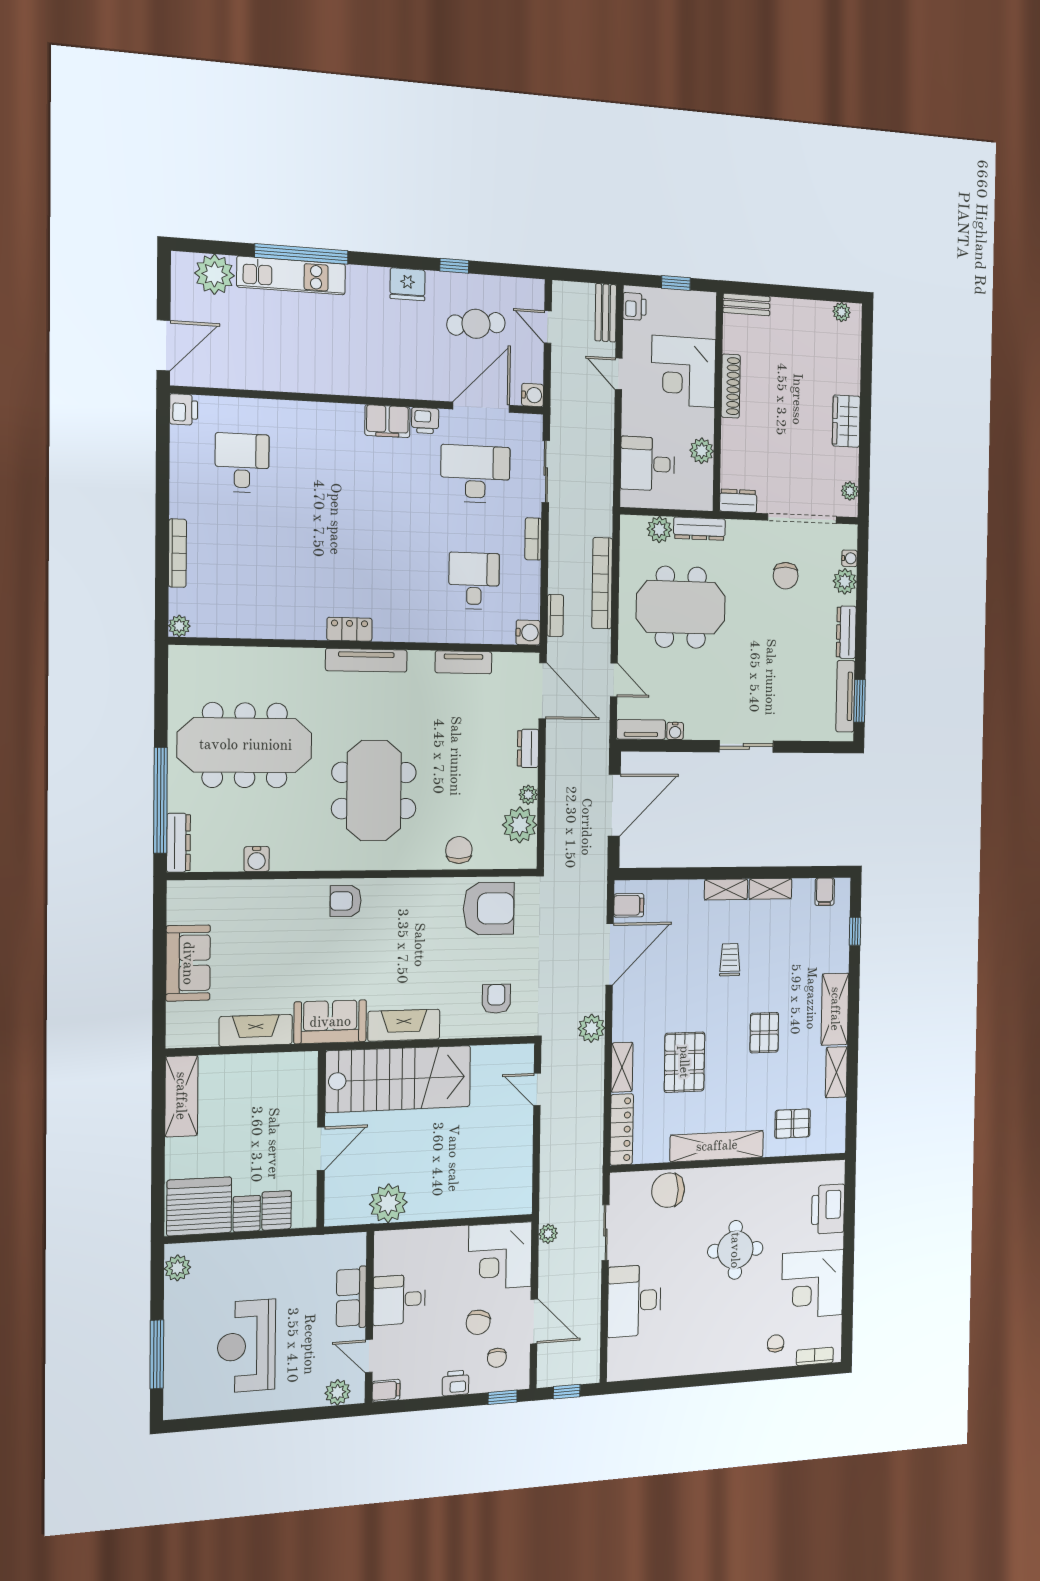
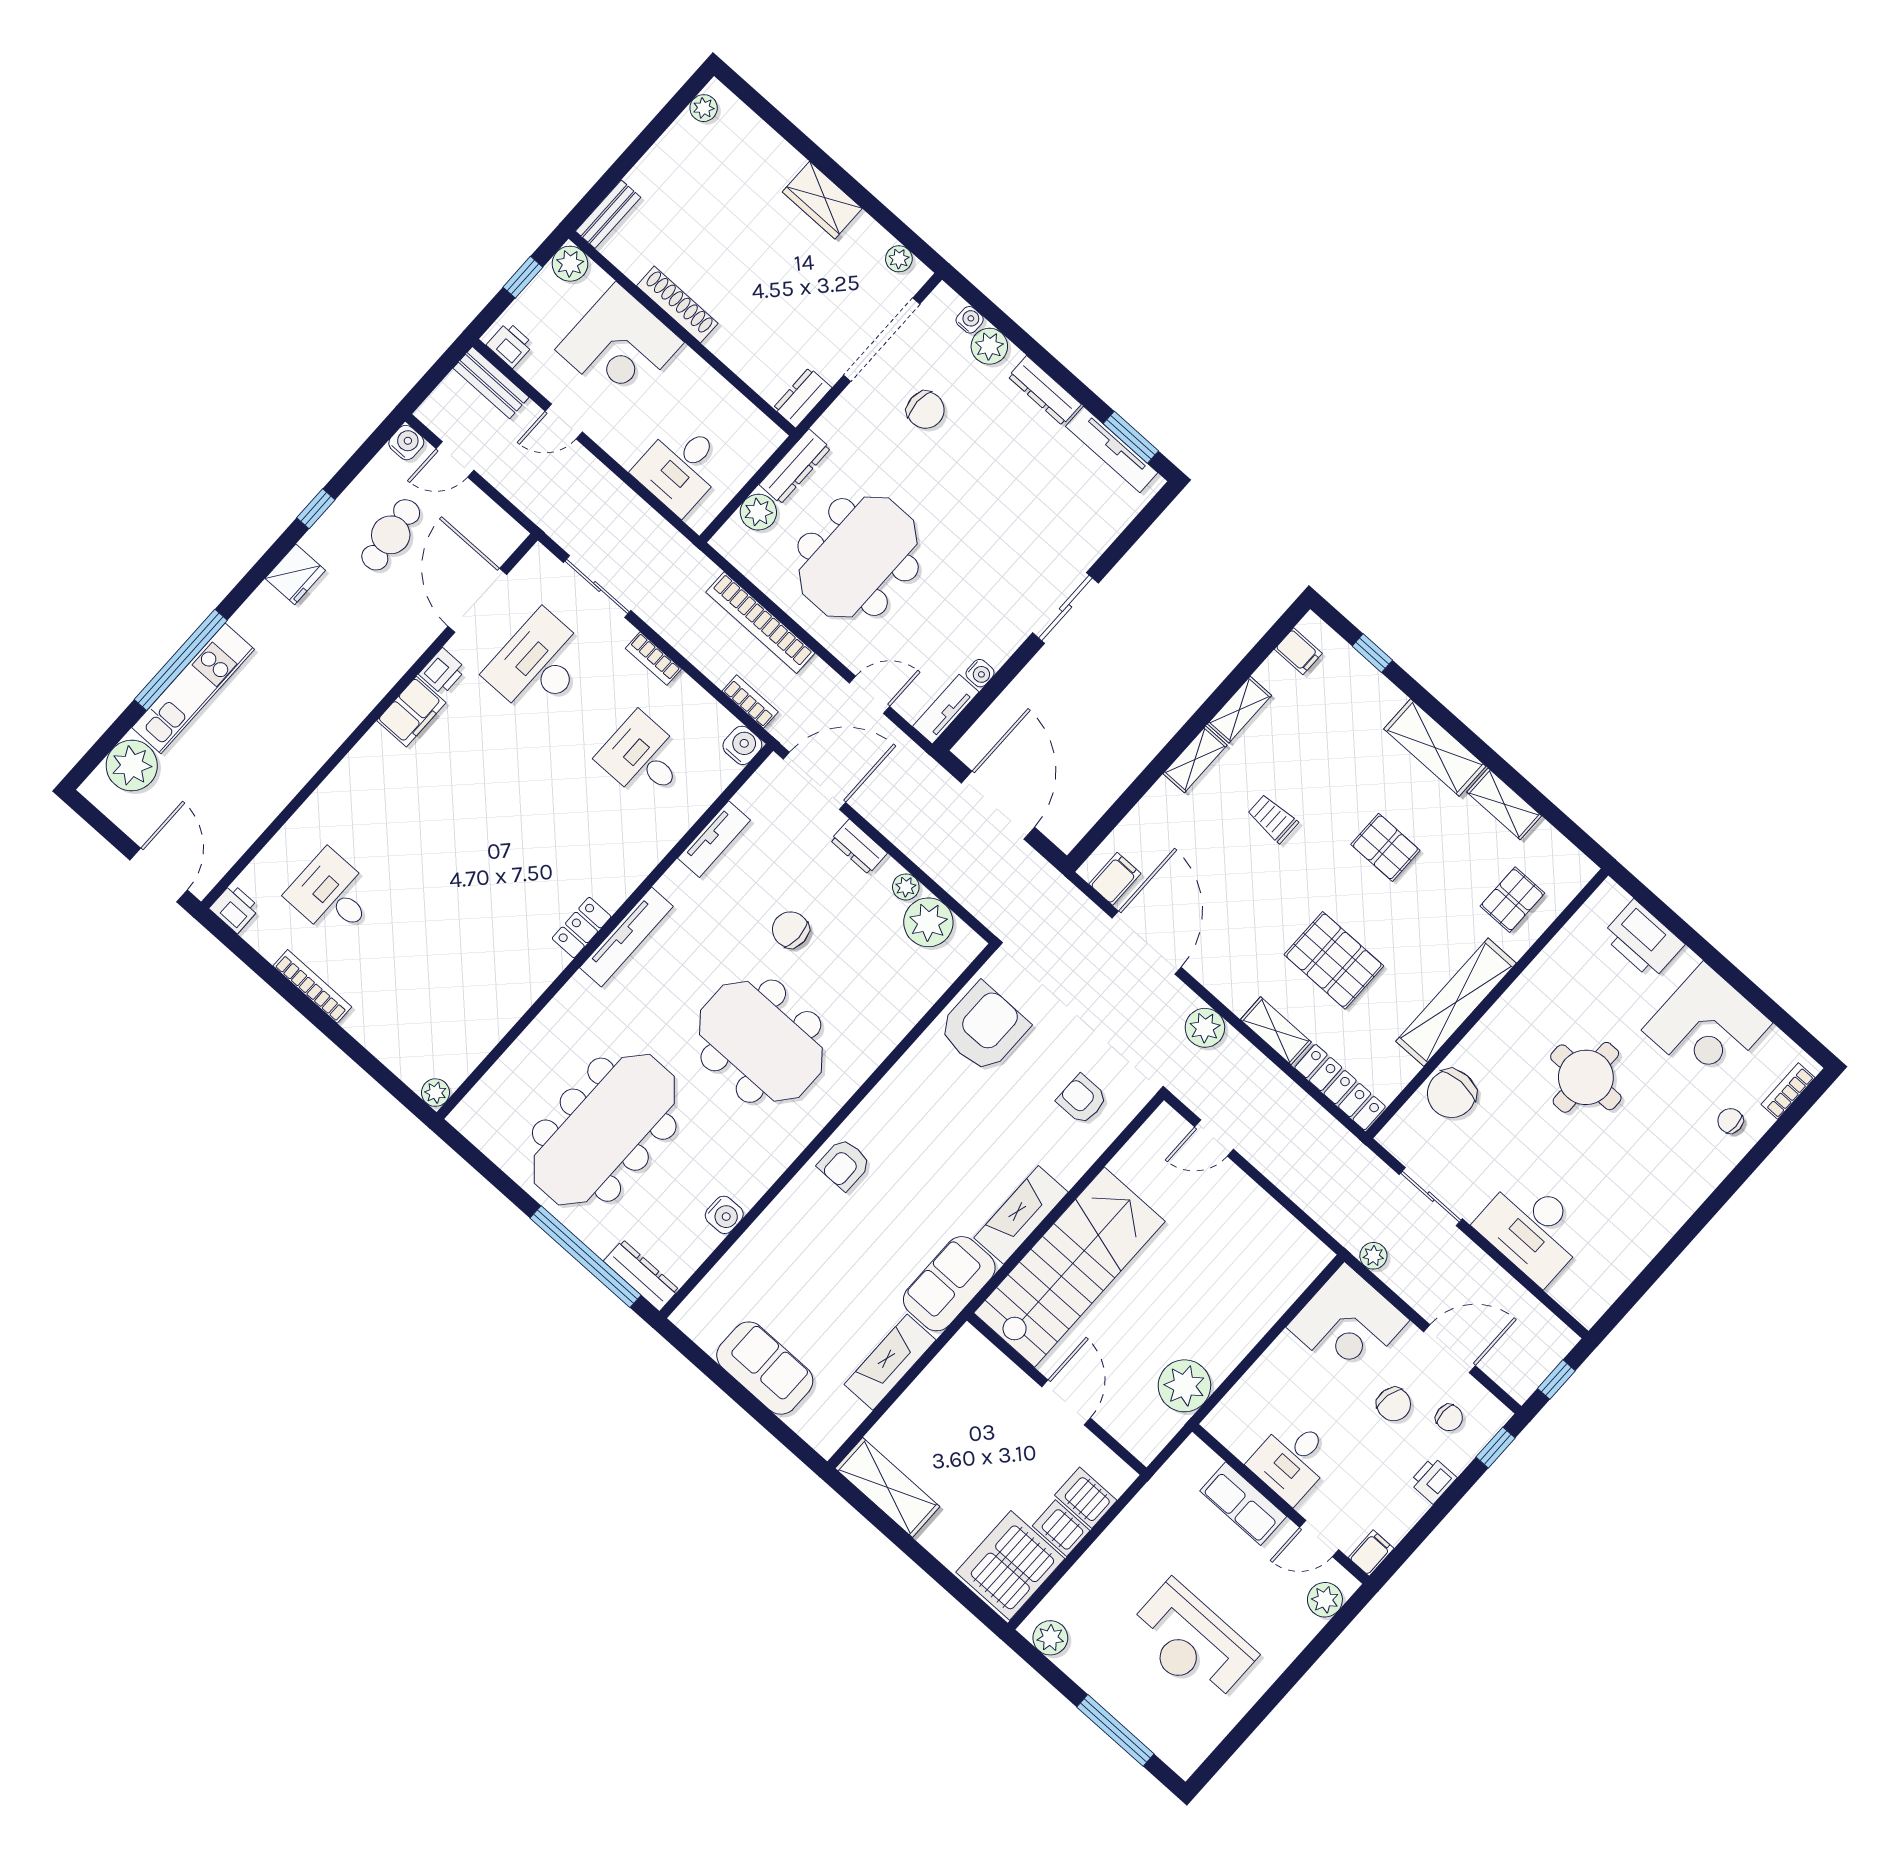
water cooler: (533, 395) -> (406, 443), moved
plant: (702, 451) -> (570, 264), moved
bookcase: (177, 553) -> (312, 986), moved
chair: (459, 850) -> (791, 930), moved

